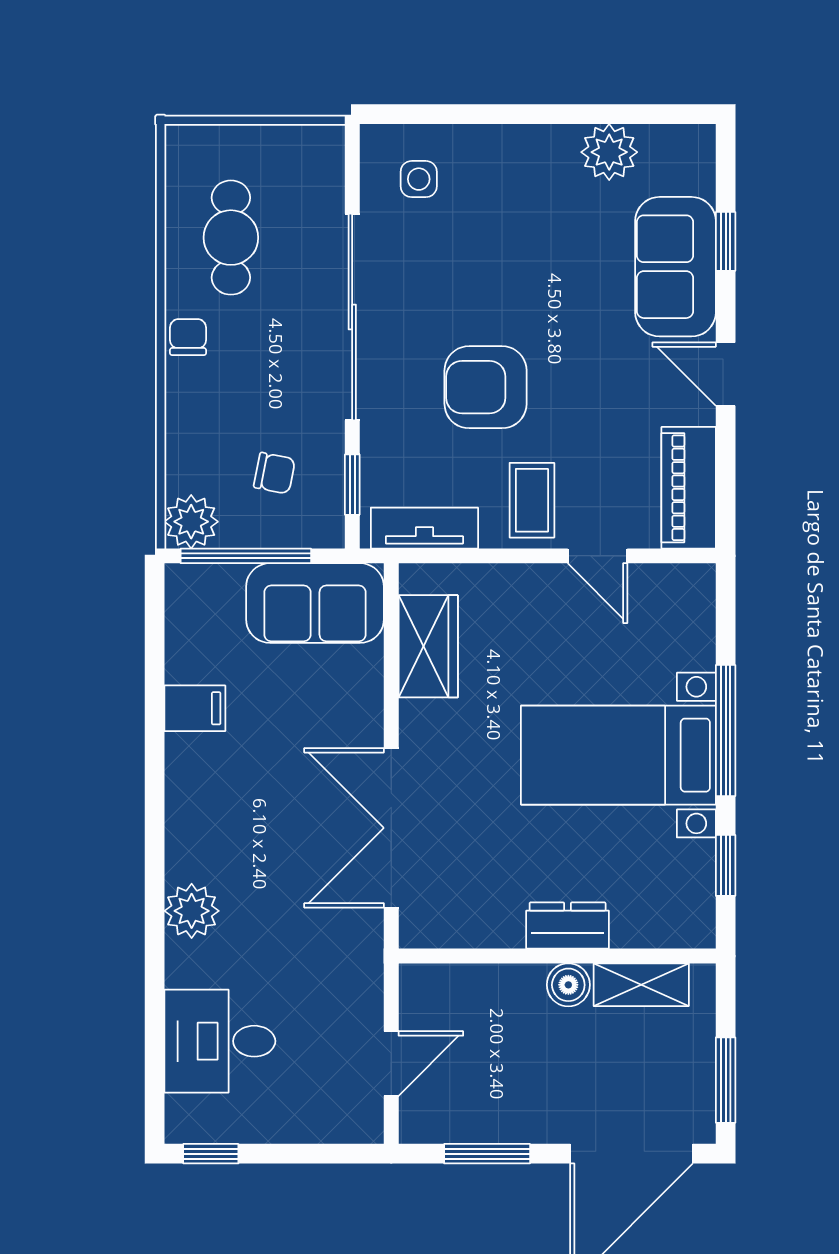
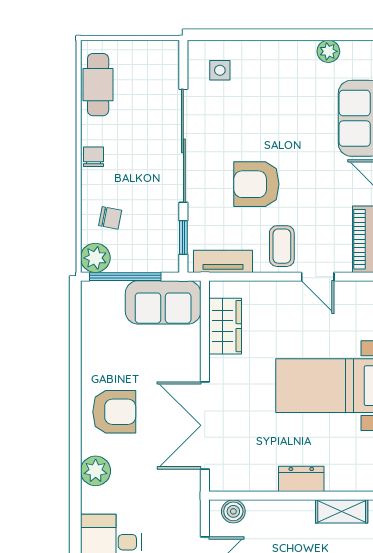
plant: (609, 152) -> (328, 51), width x0.73, depth x0.73
cafe table: (231, 238) -> (98, 85), moved
chair: (274, 473) -> (110, 218), moved
filing cabinet: (195, 708) -> (97, 360), removed
armchair: (226, 803) -> (114, 412), added
boiler: (568, 985) -> (233, 511), moved

